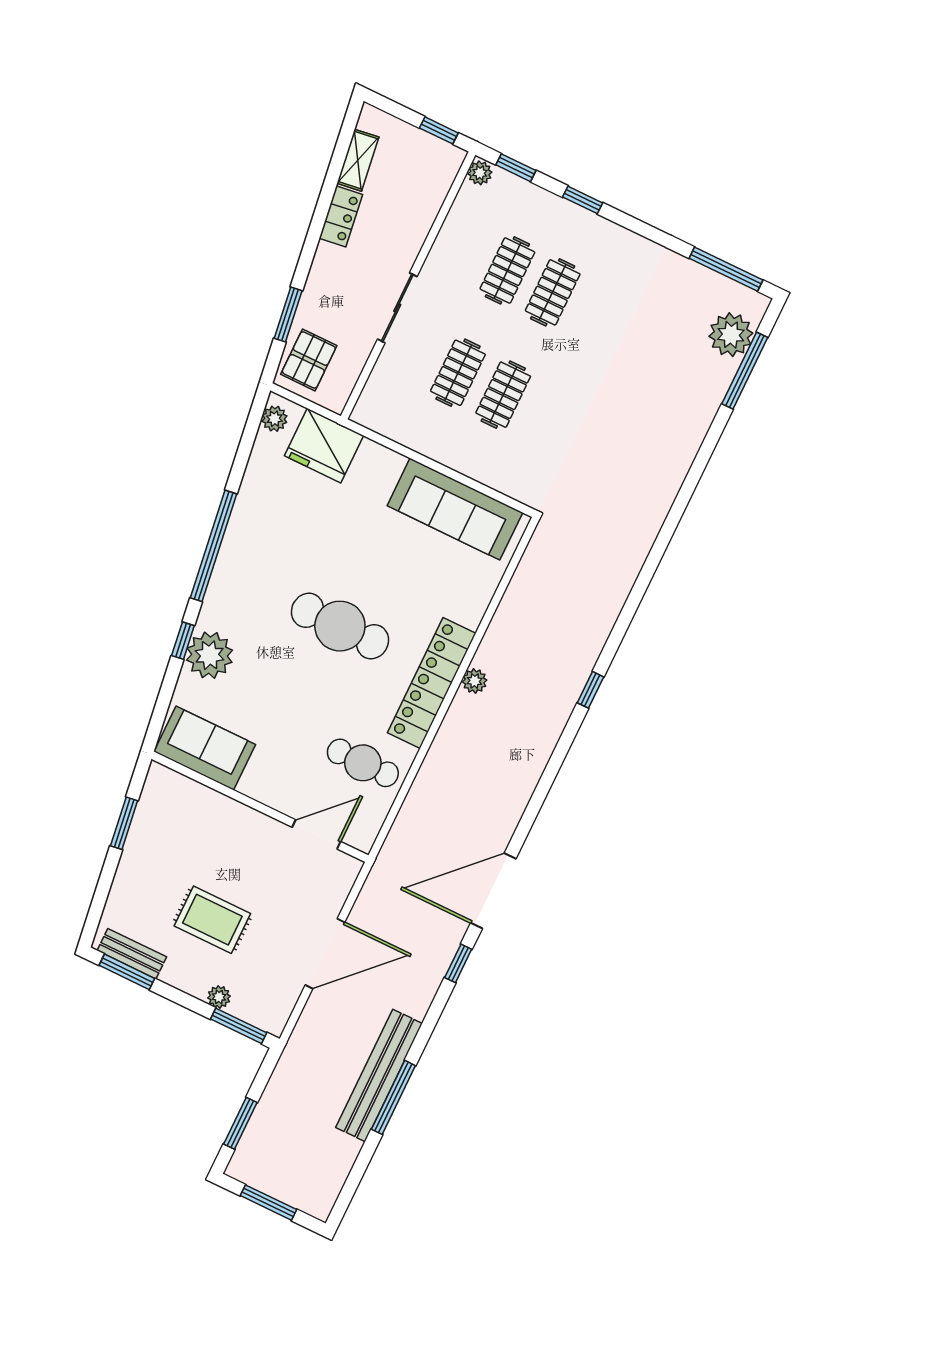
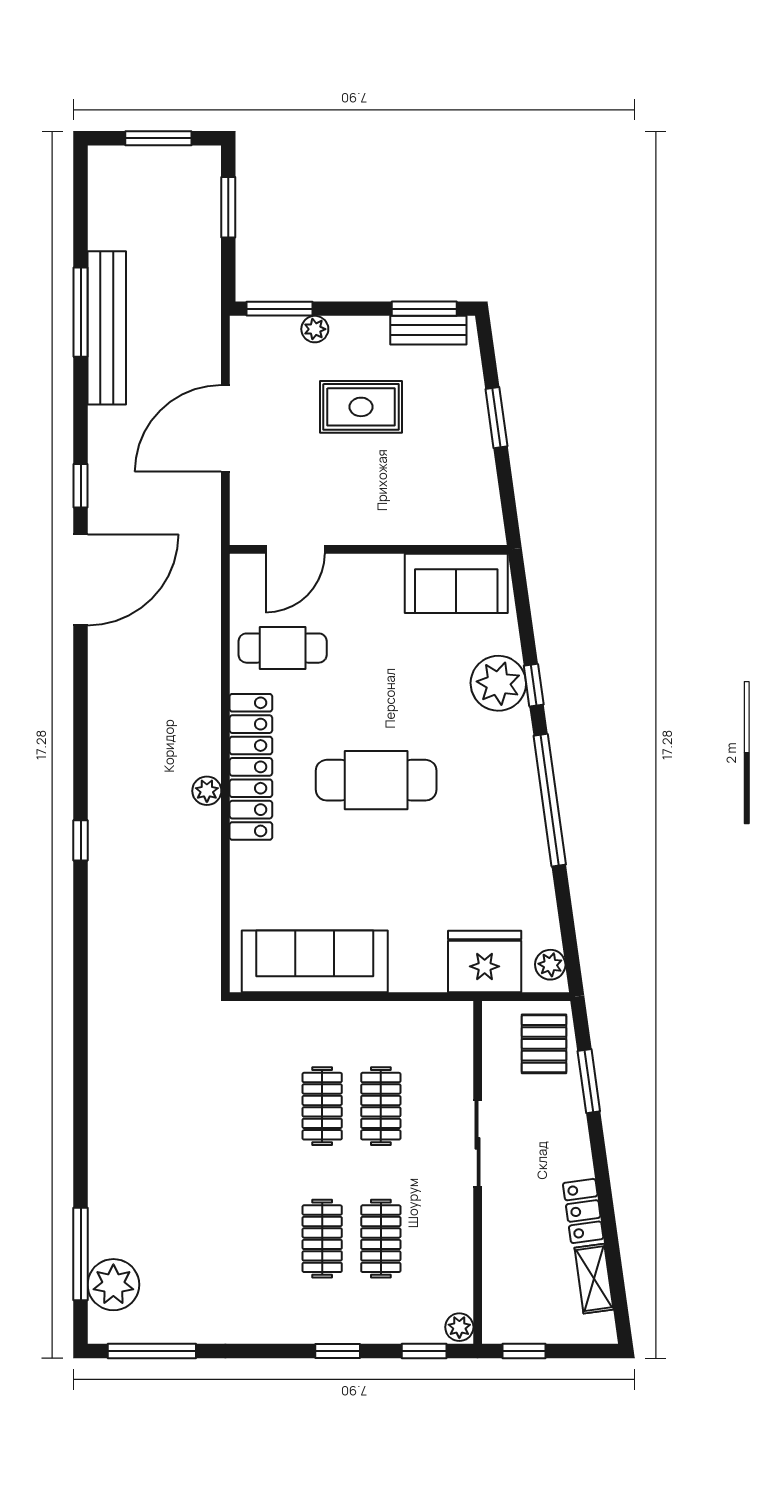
window: (124, 823) -> (496, 418), moved

